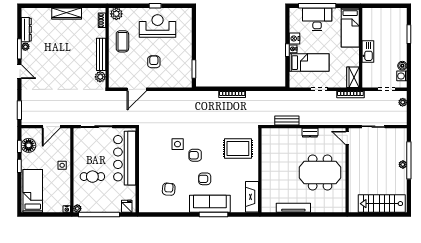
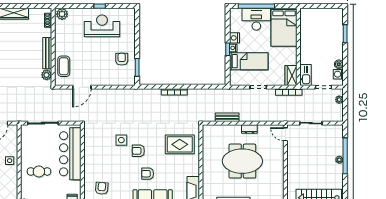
bed: (350, 27) -> (284, 27), width x1.50
coffee table: (122, 41) -> (64, 66), moved
kitchen sink: (368, 51) -> (306, 75), moved
armchair: (154, 62) -> (122, 59), moved
meeting table: (320, 172) -> (242, 161), moved
armchair: (169, 189) -> (102, 188), moved

